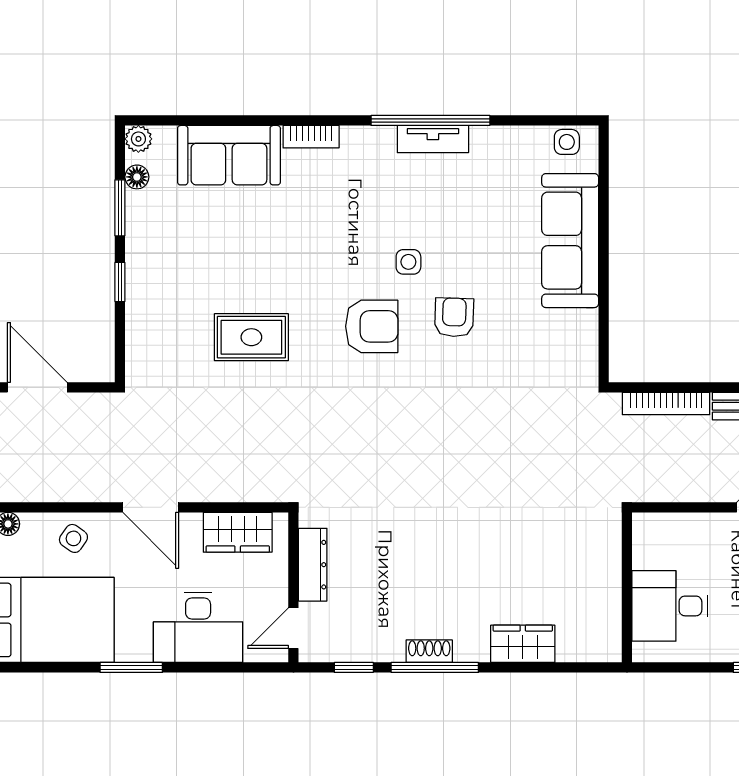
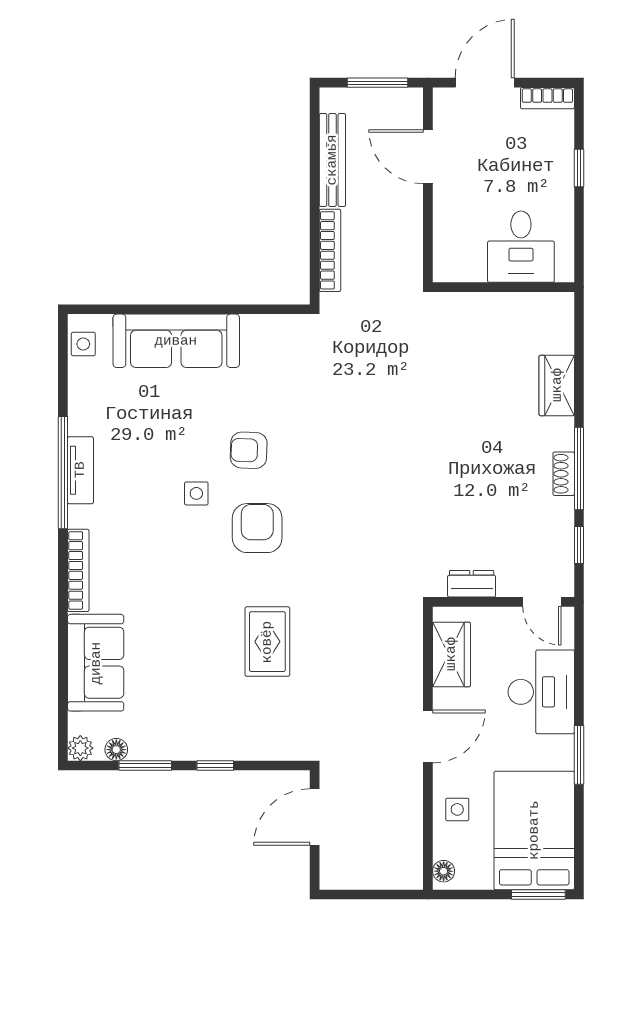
bookcase: (311, 137) -> (78, 570), width x1.56
door: (37, 387) -> (315, 817), moved
side table: (73, 538) -> (457, 809), turned -35
dresser: (313, 565) -> (472, 584), width x0.70

